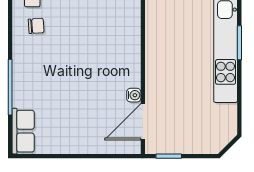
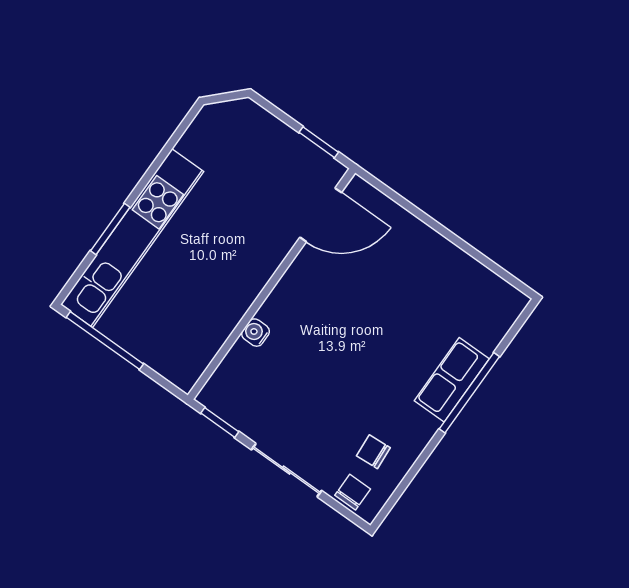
water cooler: (134, 95) -> (255, 333), moved
row of seats: (23, 131) -> (452, 380), moved

